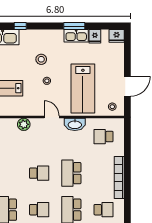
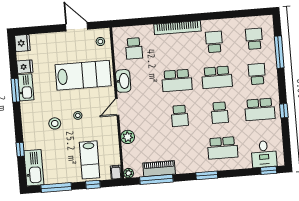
school desk: (39, 173) -> (180, 116), turned 180
school desk: (39, 210) -> (220, 113), turned 180

